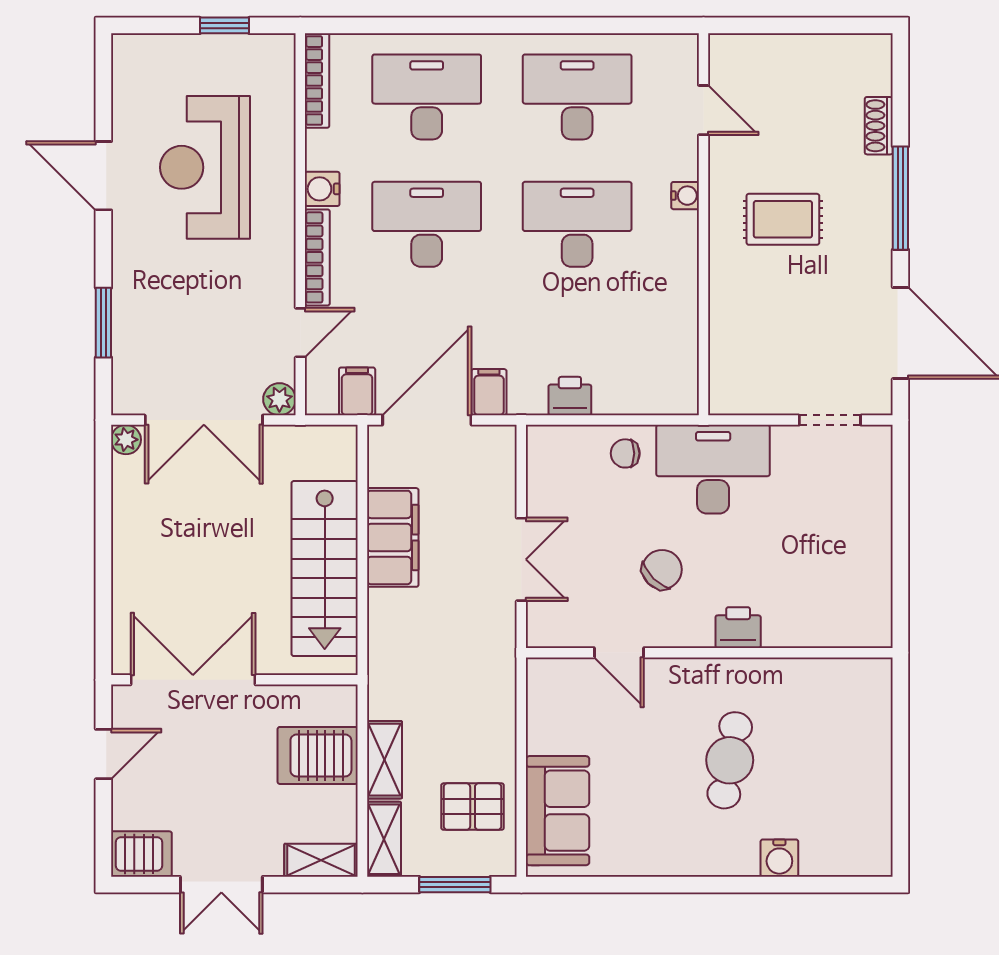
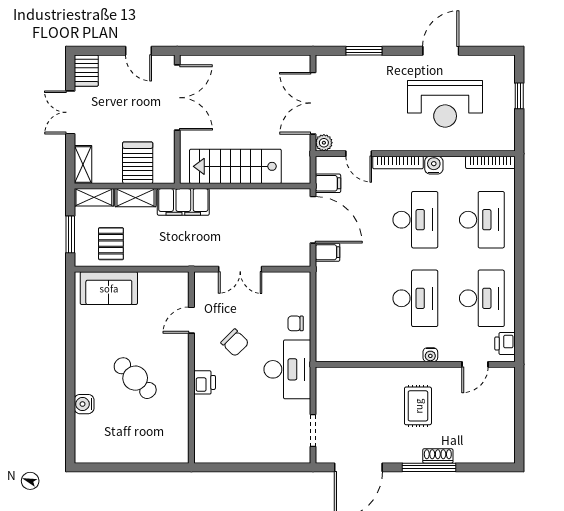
window: (224, 25) -> (519, 96), moved
shoe rack: (879, 126) -> (438, 456), moved
reception desk: (205, 167) -> (445, 104), turned 180
printer: (570, 396) -> (505, 344), moved, turned 180
plant: (126, 440) -> (303, 63), removed
chair: (625, 453) -> (296, 323), turned -90
filing cabinet: (393, 537) -> (183, 202), moved
cafe table: (730, 760) -> (135, 378), turned 34

